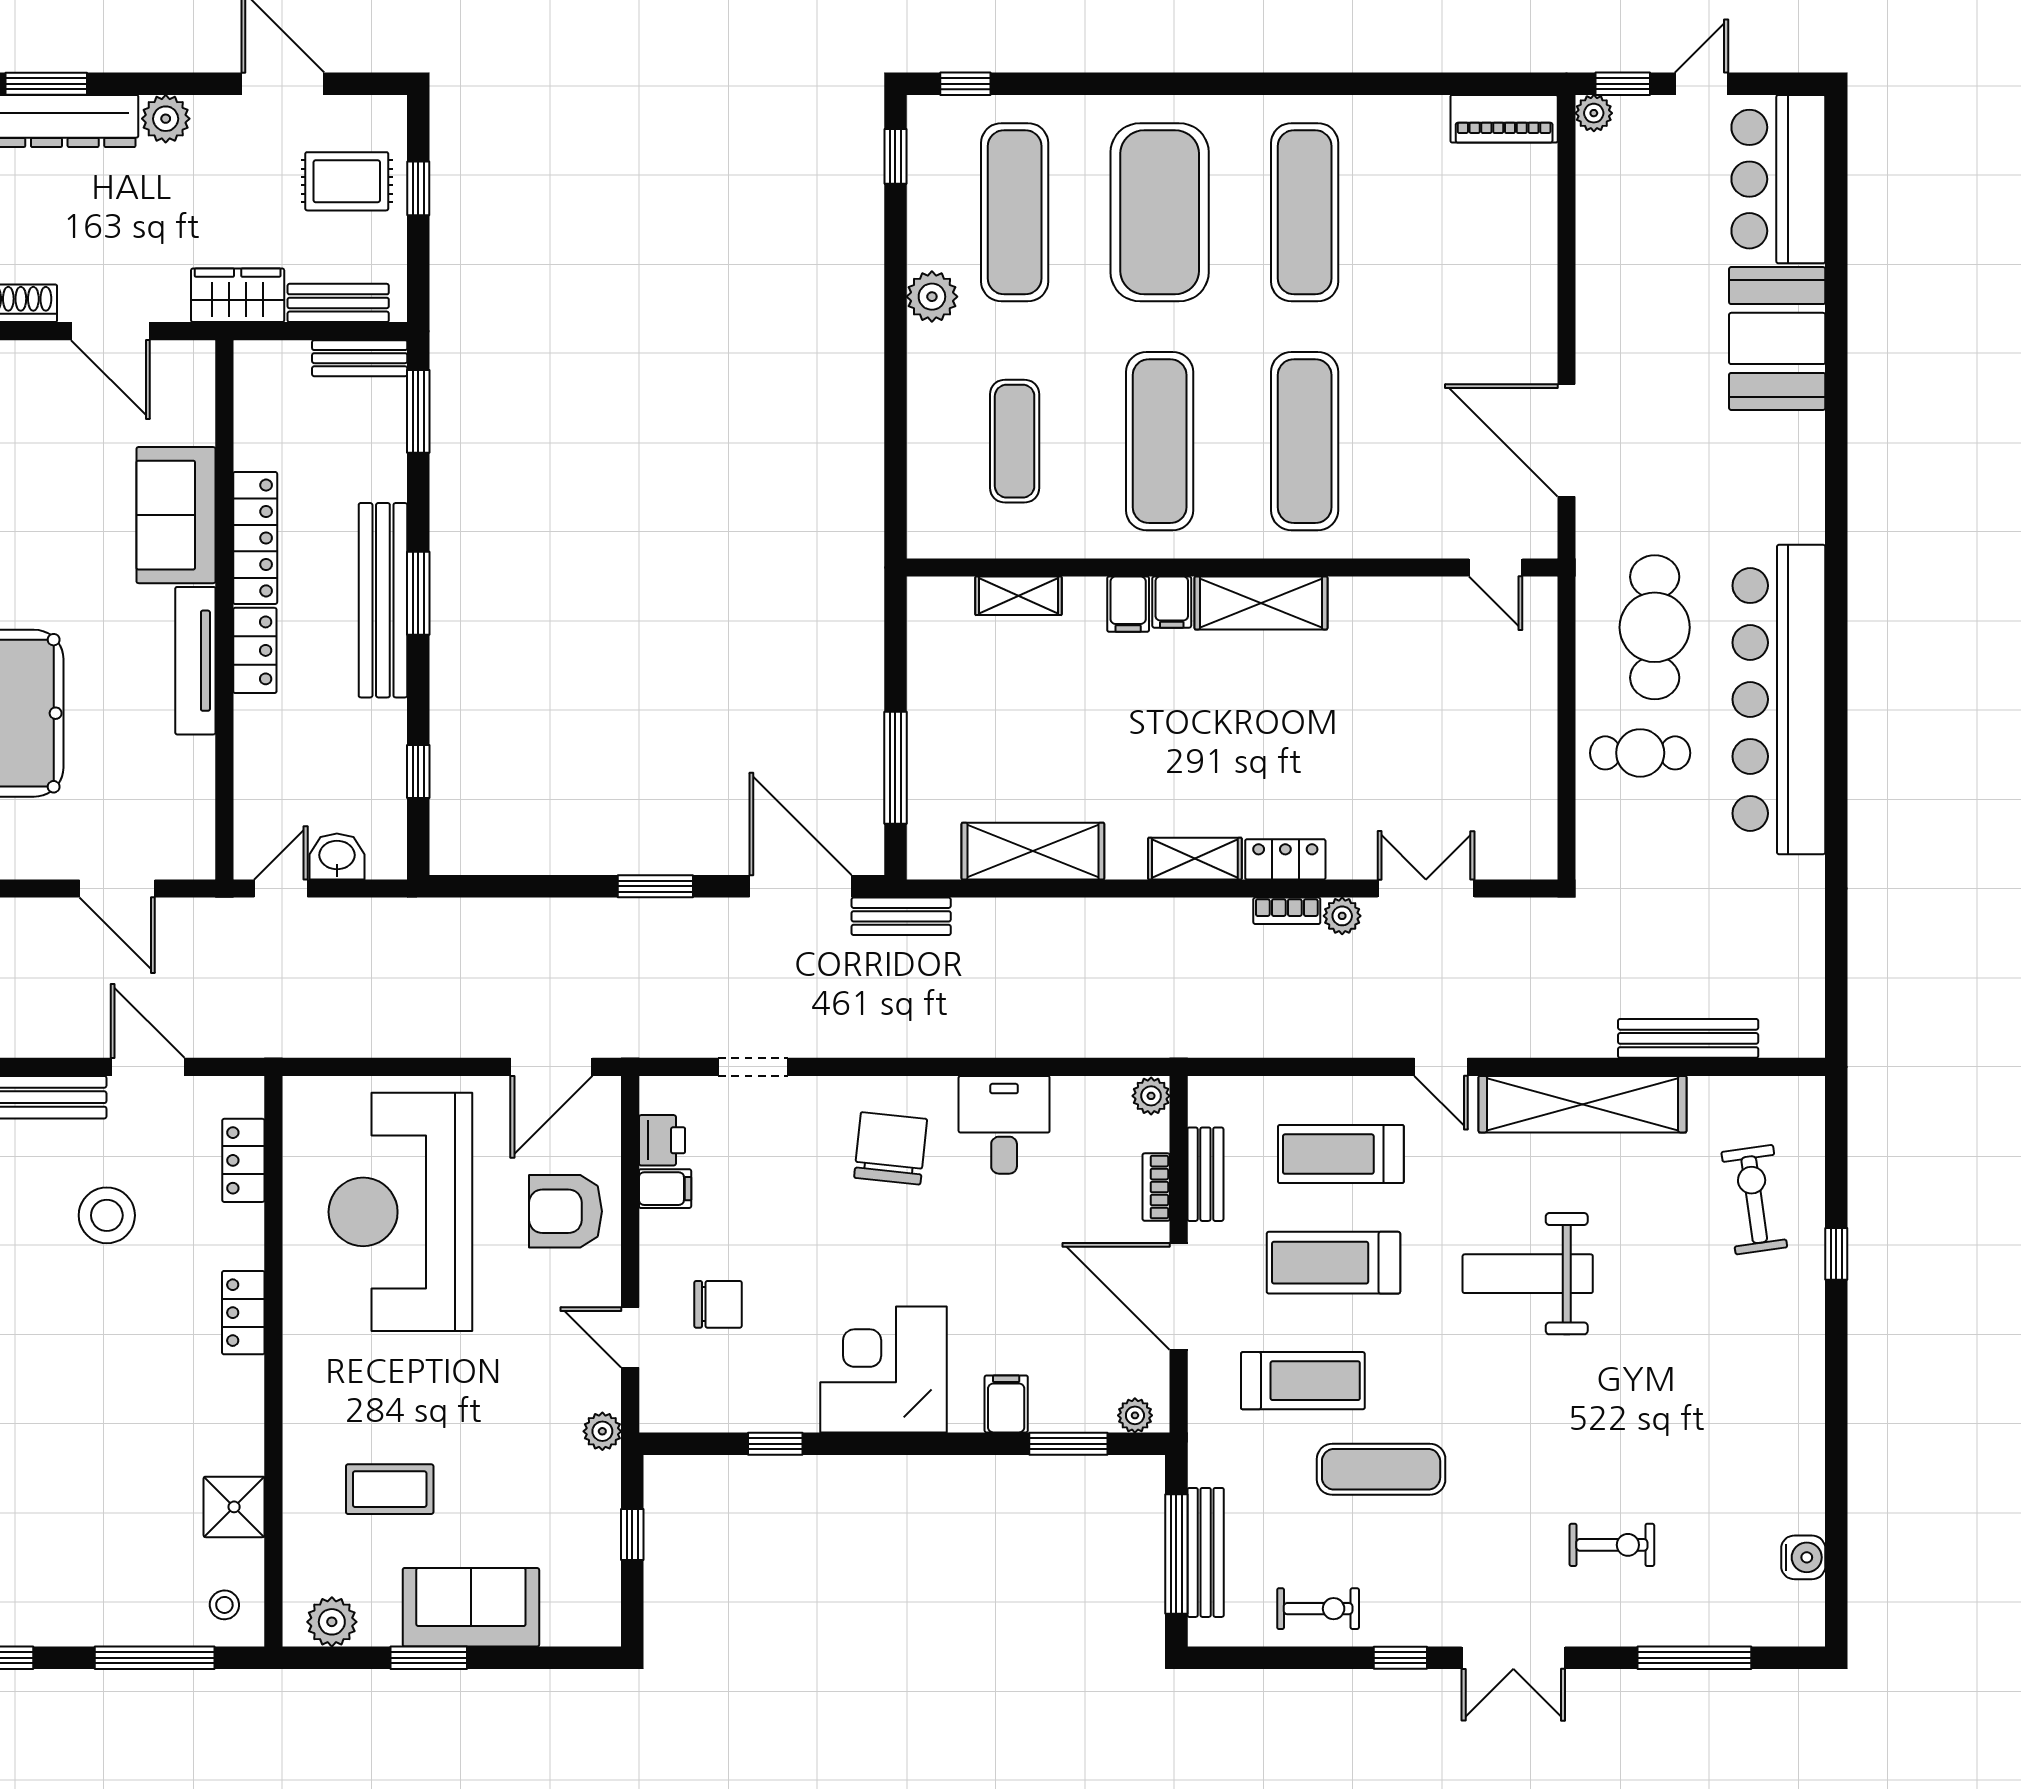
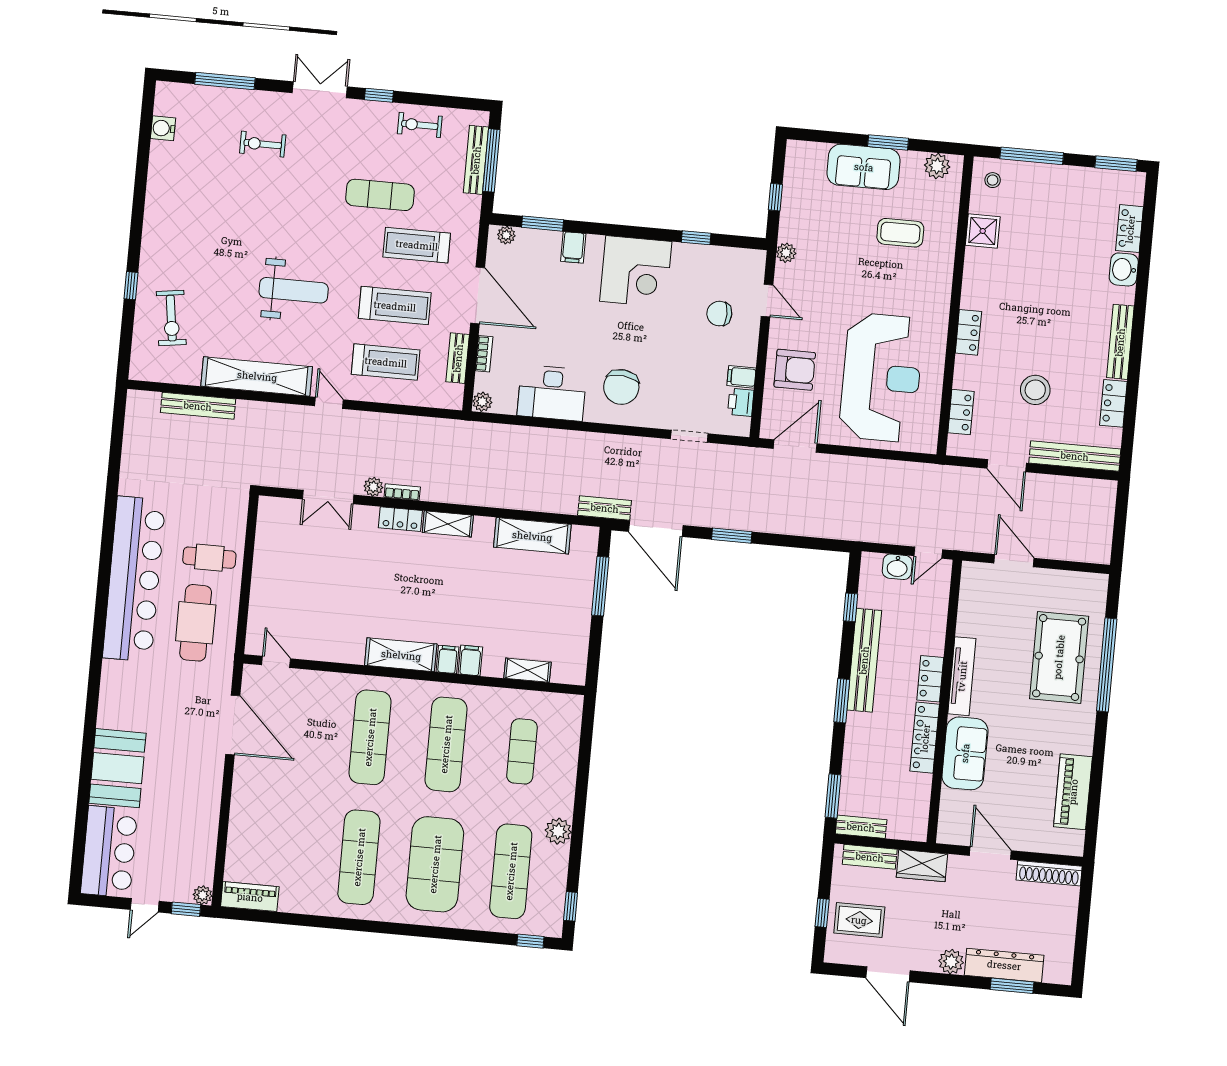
bench: (383, 600) -> (864, 660), moved
desk: (1004, 1125) -> (552, 393), width x1.37

